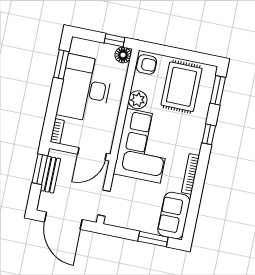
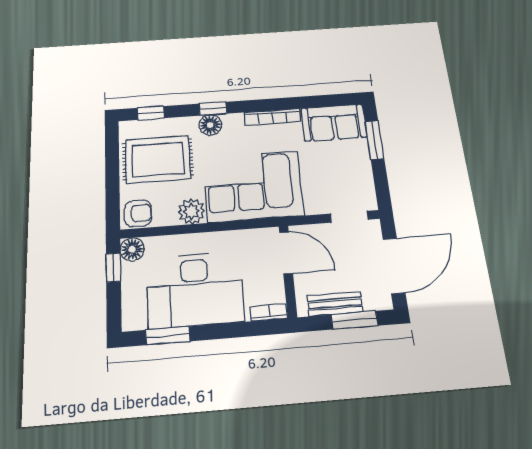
armchair: (147, 64) -> (138, 213), turned 90
window: (218, 90) -> (151, 113), width x0.67
floor lamp: (197, 129) -> (210, 125), added
window: (40, 169) -> (354, 320), moved

